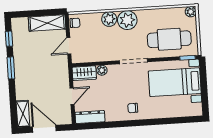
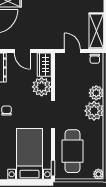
plant: (102, 70) -> (42, 87), width x1.87, depth x1.87

